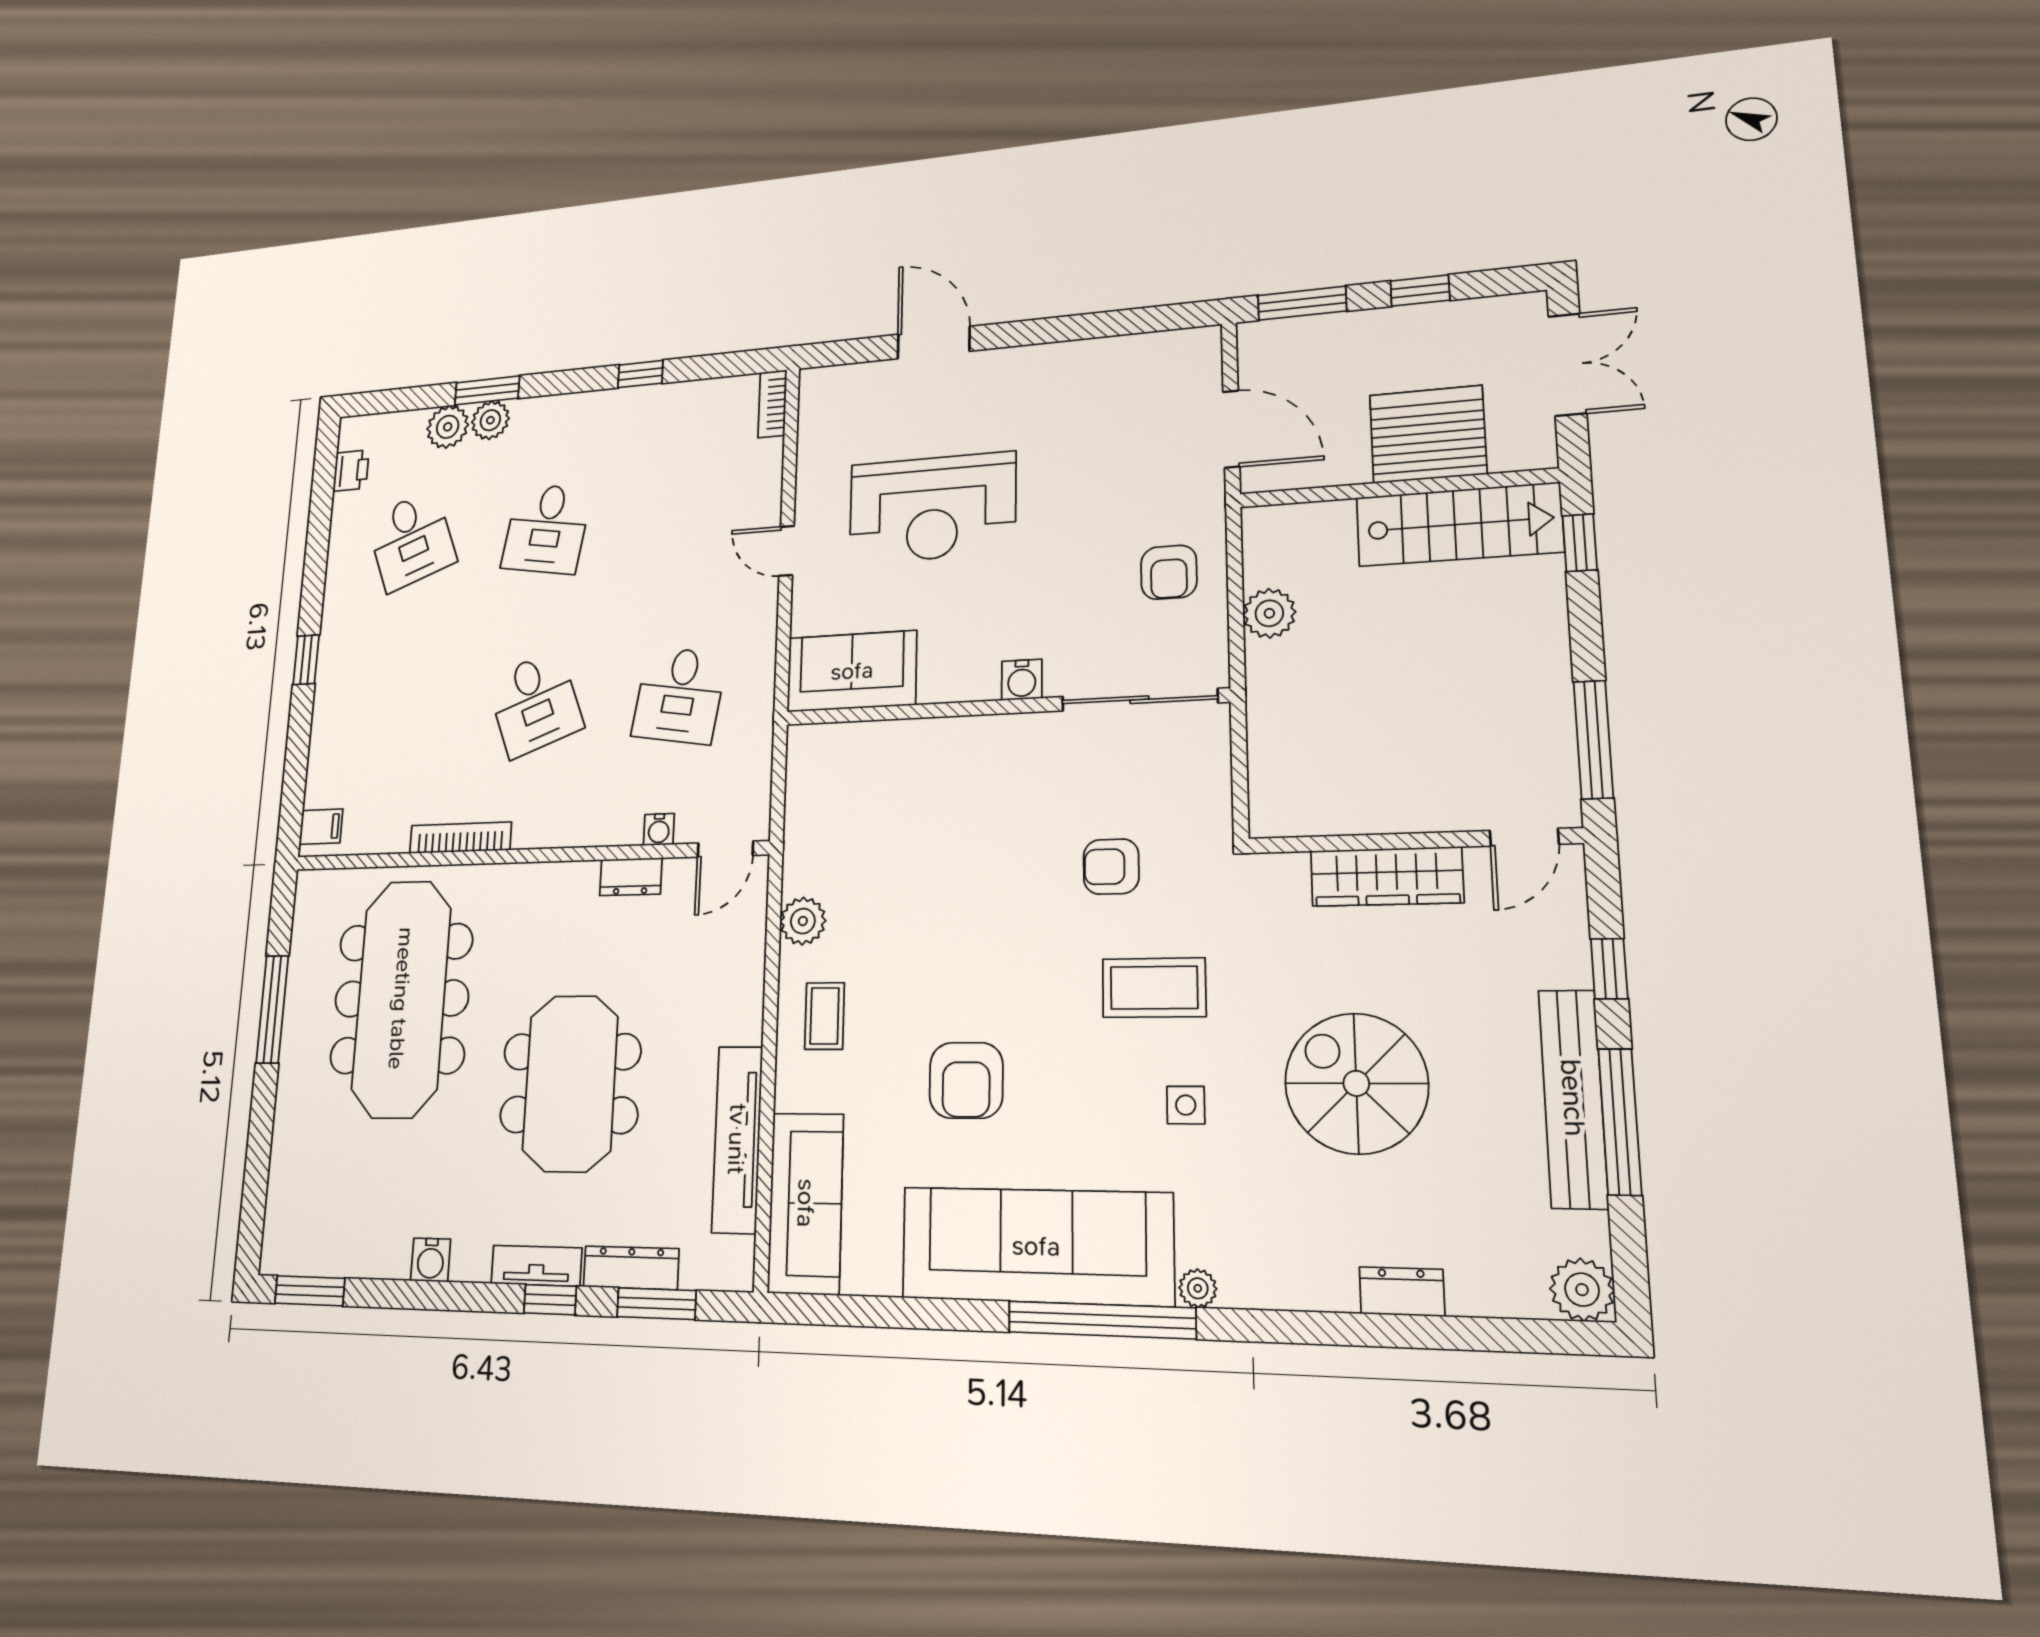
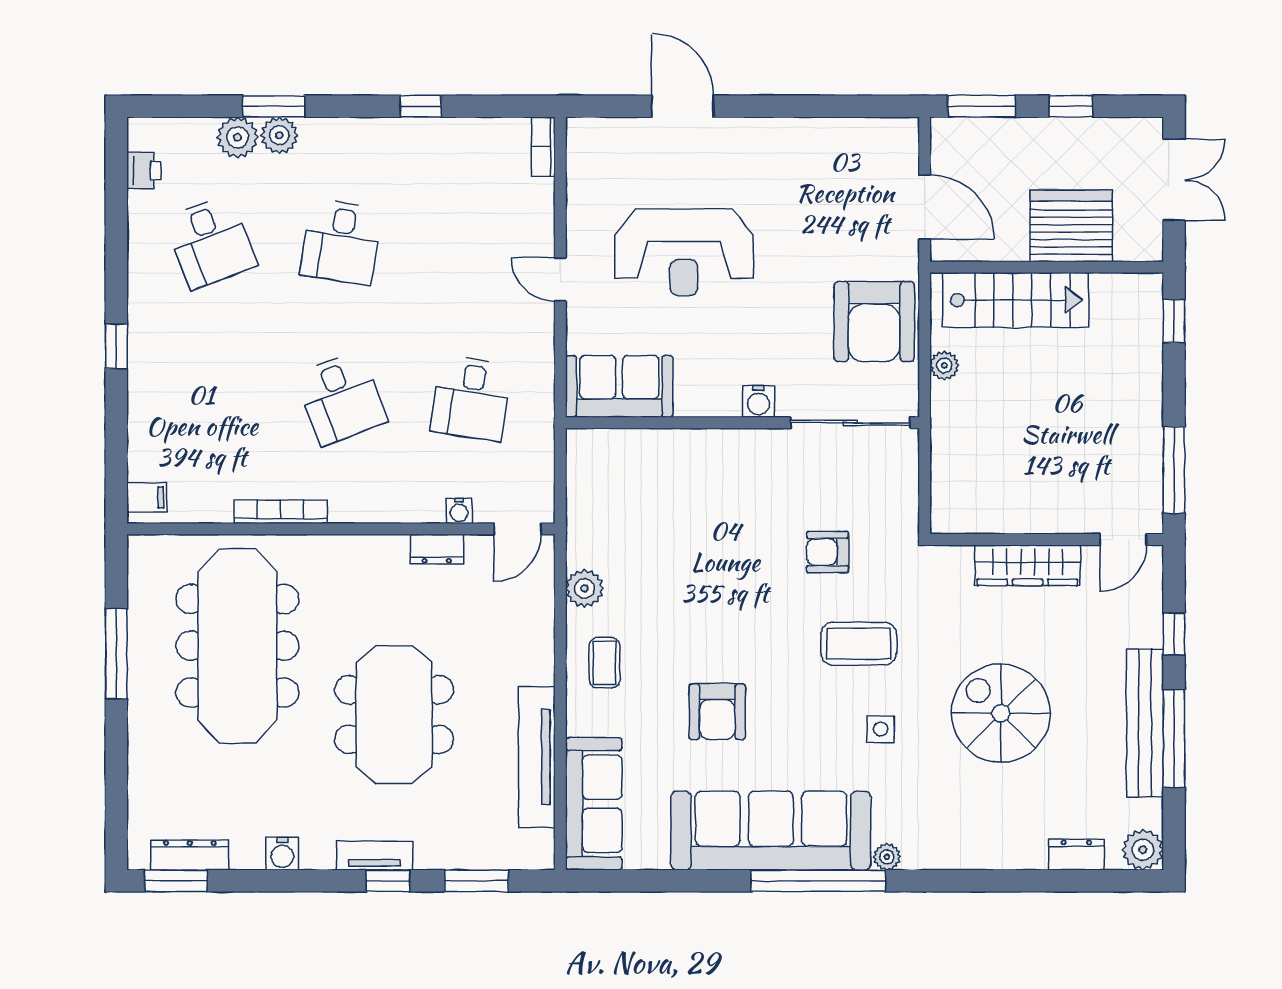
stairs: (1459, 524) -> (1016, 300), moved
armchair: (1169, 572) -> (874, 322), width x1.88, depth x1.88
plant: (1269, 613) -> (944, 365), width x0.73, depth x0.73
dresser: (631, 1268) -> (190, 855), moved
dresser: (1402, 1292) -> (1076, 855), moved

